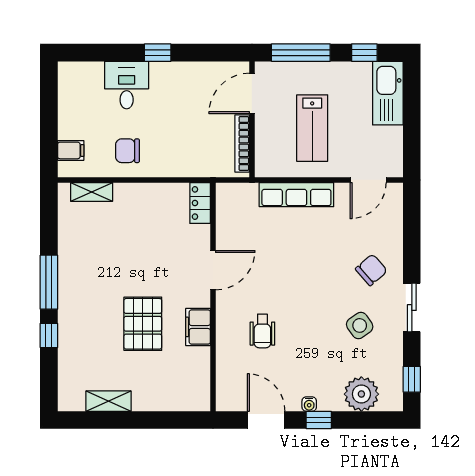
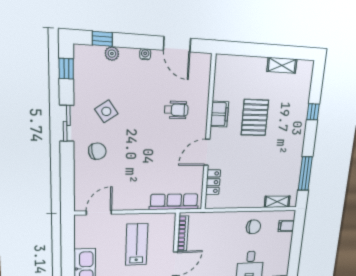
row of seats: (296, 195) -> (174, 202), moved
locker: (200, 203) -> (213, 182), moved
chair: (371, 270) -> (97, 151), turned -151
window: (49, 282) -> (305, 173), moved
wheelchair: (262, 331) -> (176, 110), turned 90
plant: (361, 394) -> (112, 54), width x0.53, depth x0.53
window: (319, 420) -> (102, 39), moved

